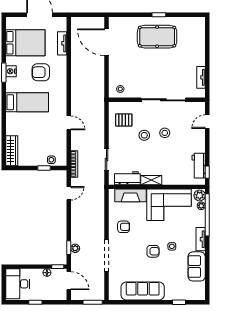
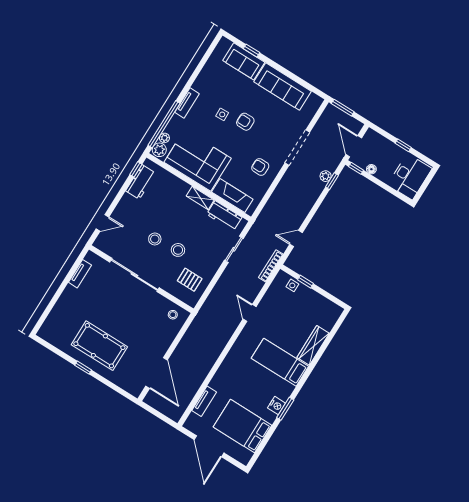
armchair: (41, 72) -> (246, 385), removed
wardrobe: (12, 151) -> (313, 345), moved
sofa: (197, 266) -> (244, 61), moved, turned 90

